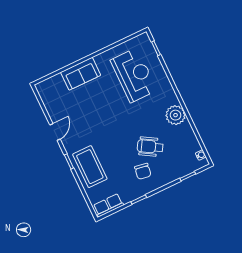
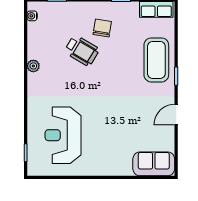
sofa: (81, 74) -> (154, 164), moved
plant: (176, 115) -> (33, 66), width x0.53, depth x0.53

